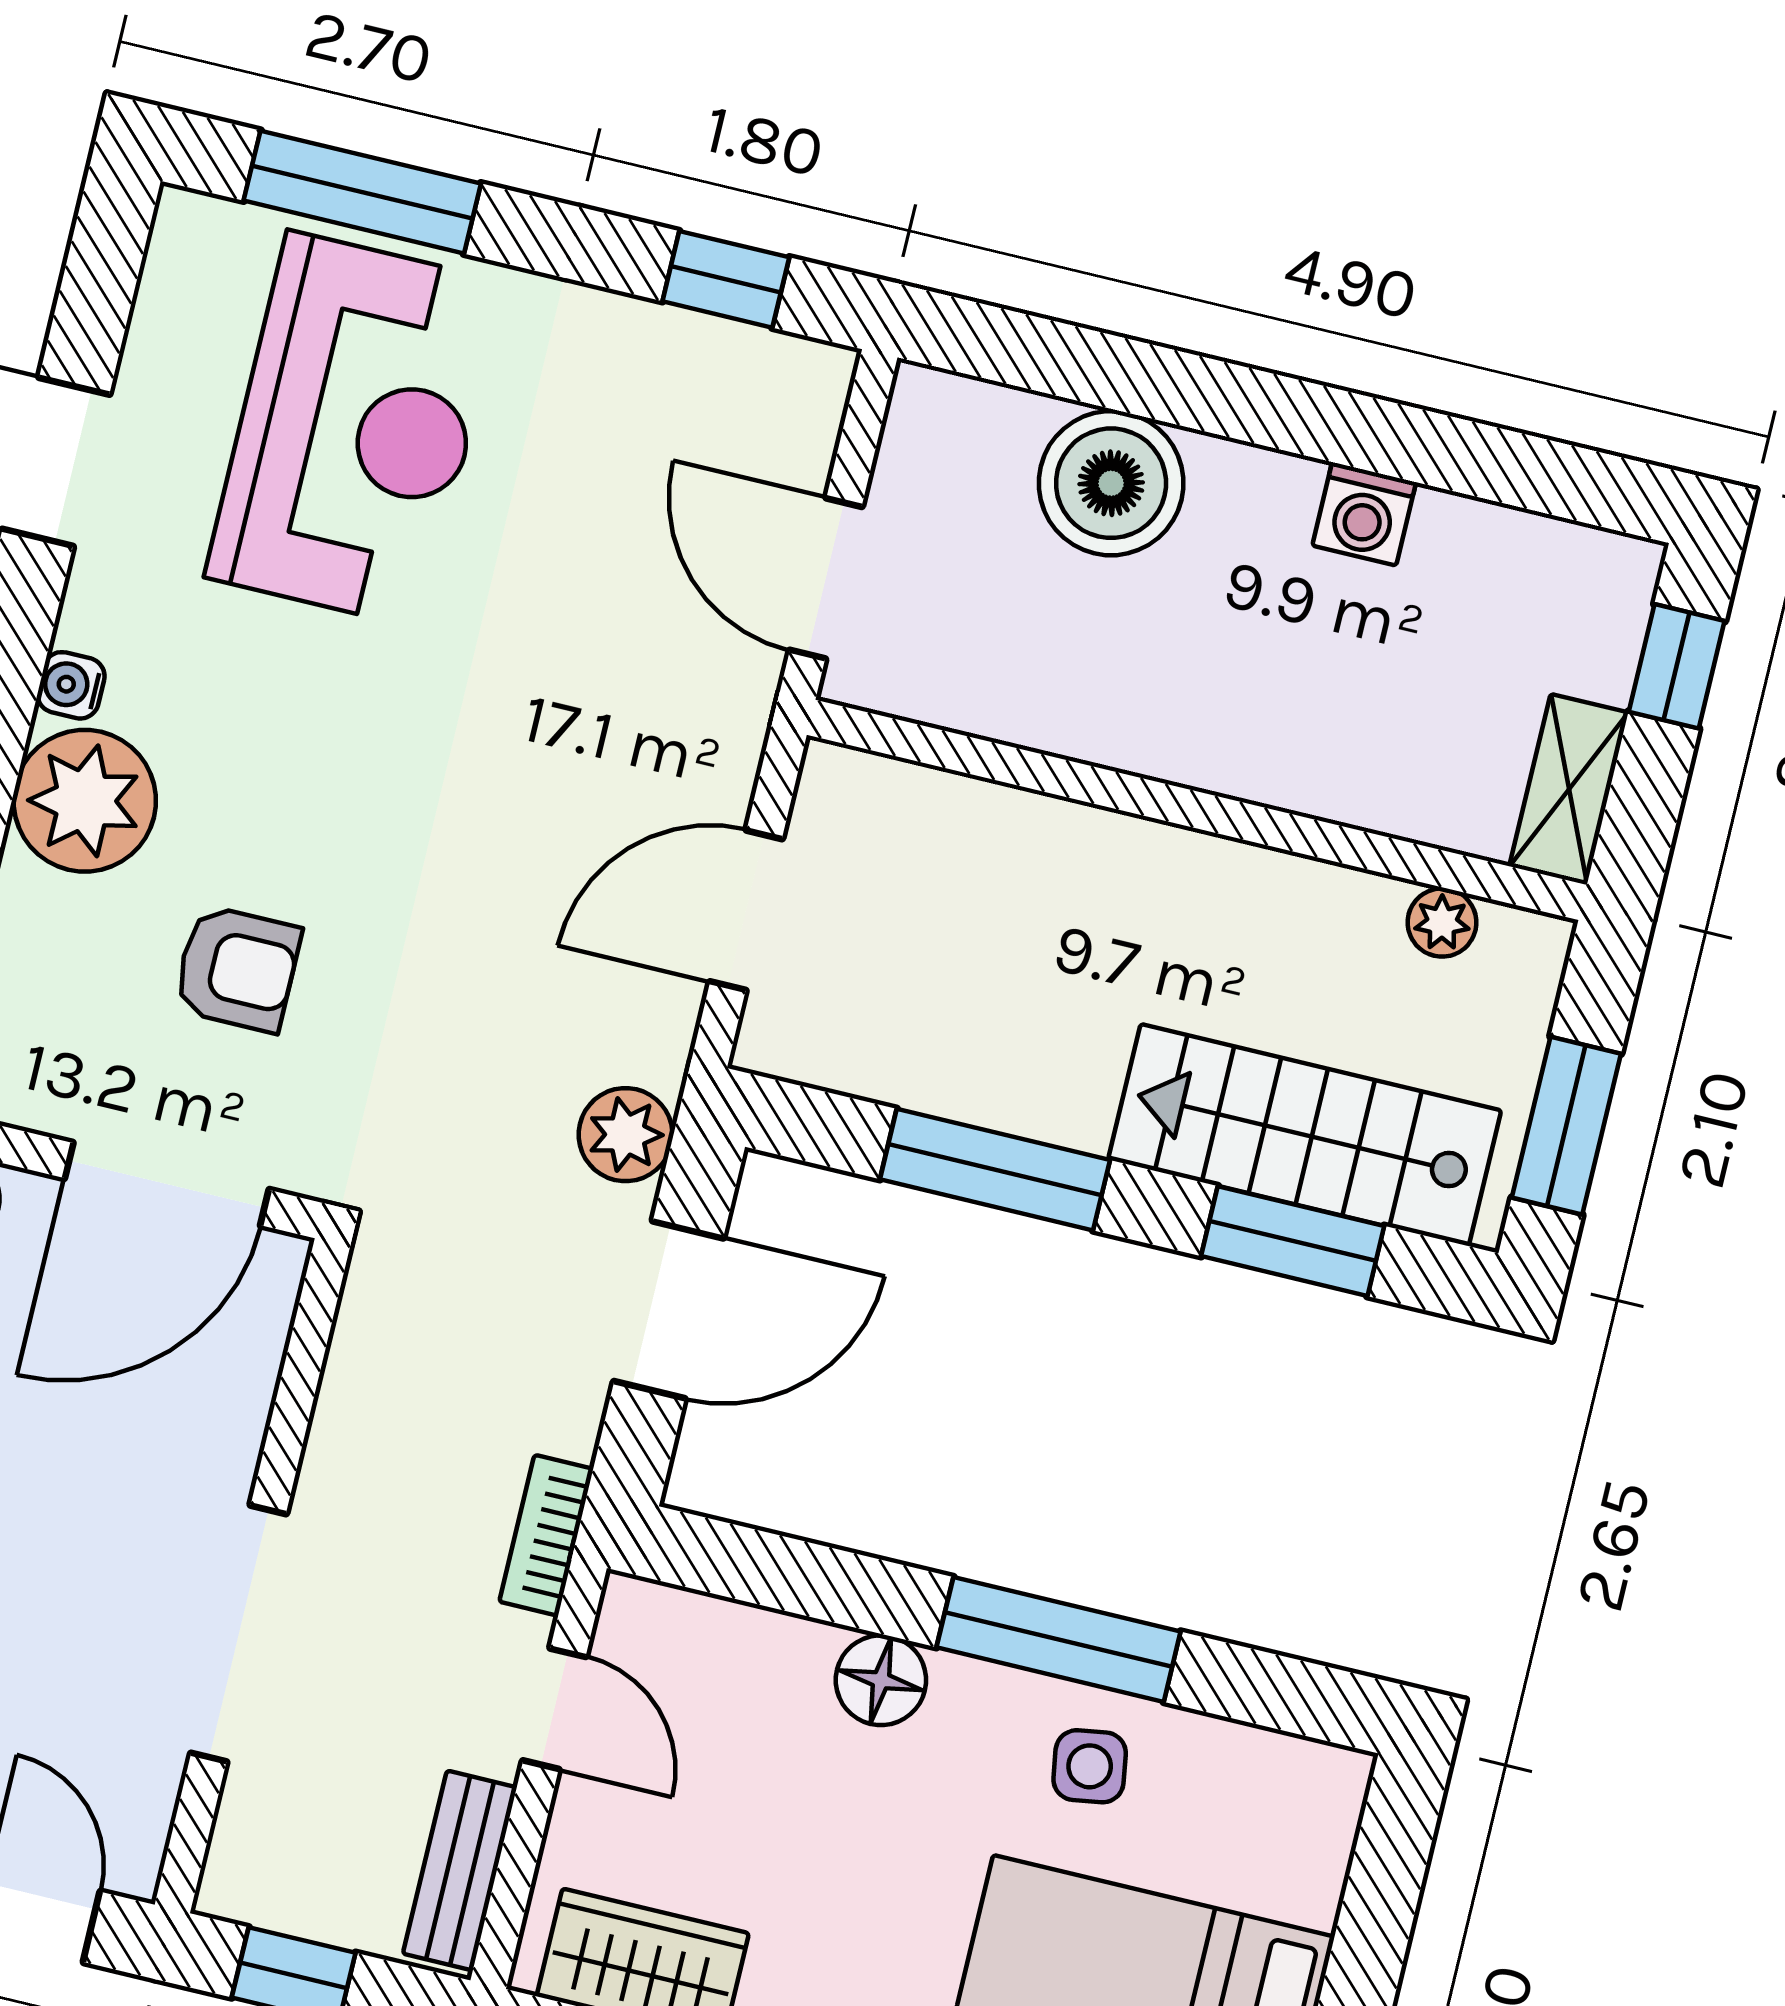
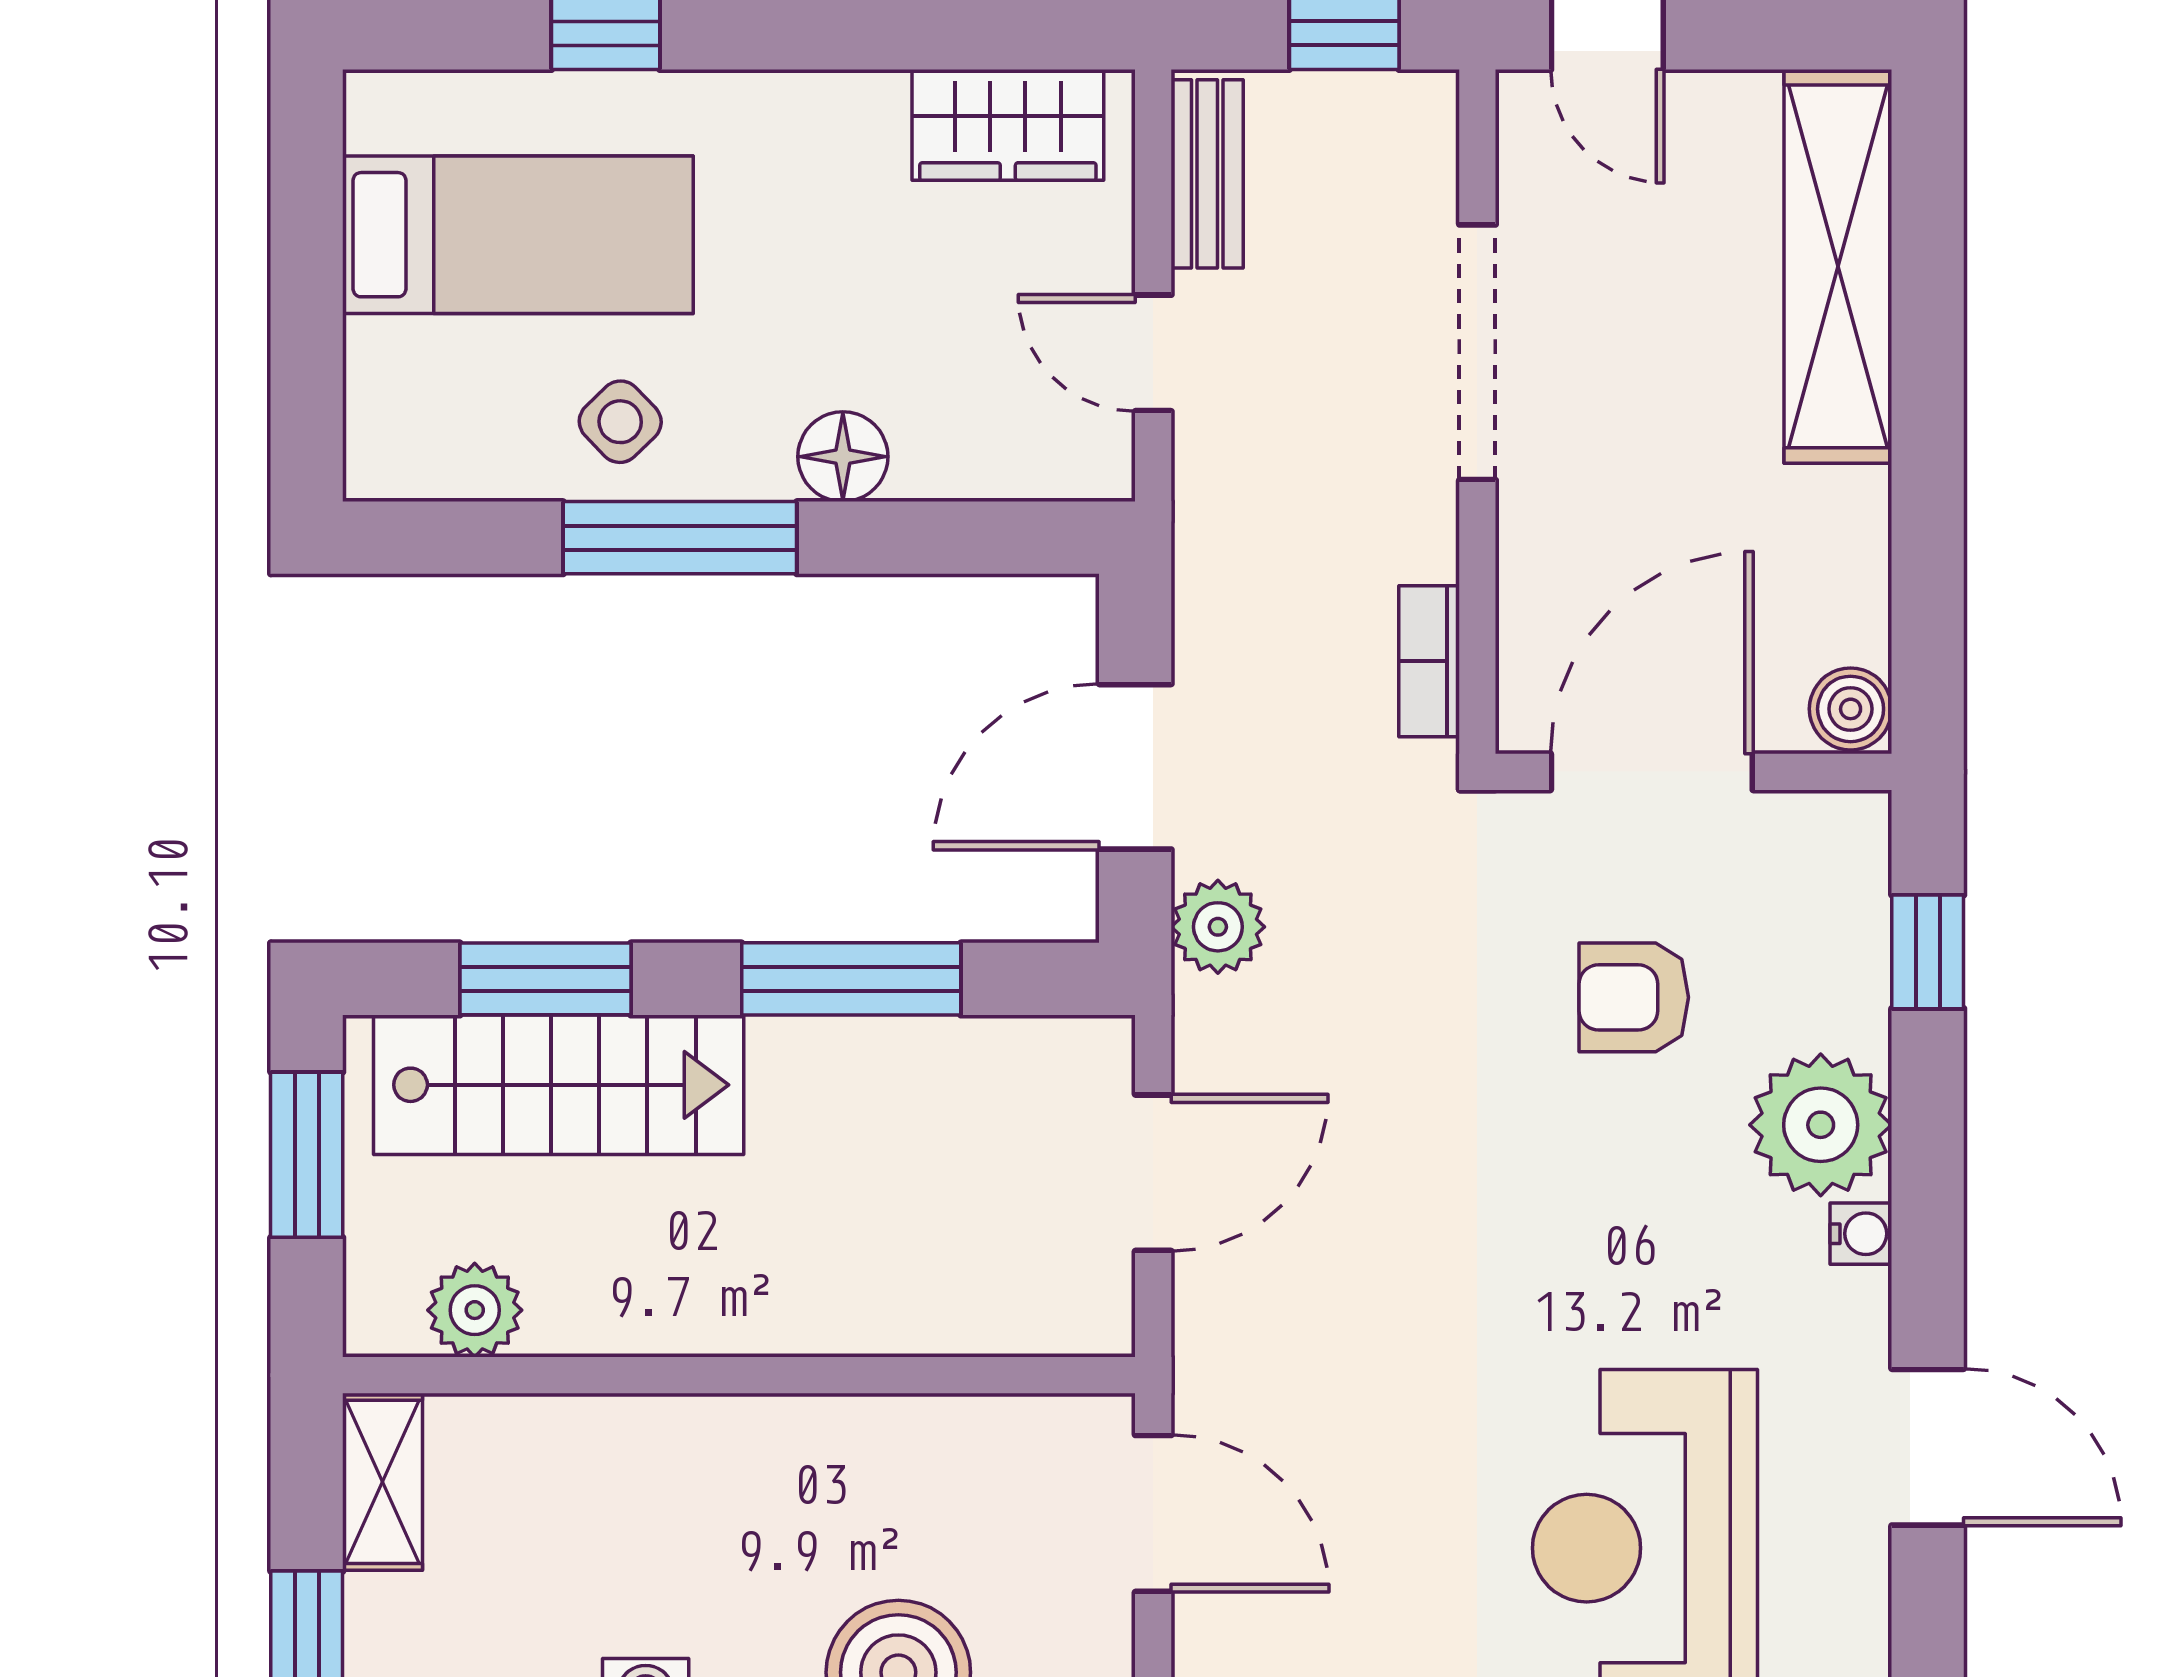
plant: (1442, 923) -> (475, 1310), width x1.38, depth x1.38
bookcase: (546, 1535) -> (1429, 661), moved, turned 180
side table: (1090, 1766) -> (620, 422), turned -35

